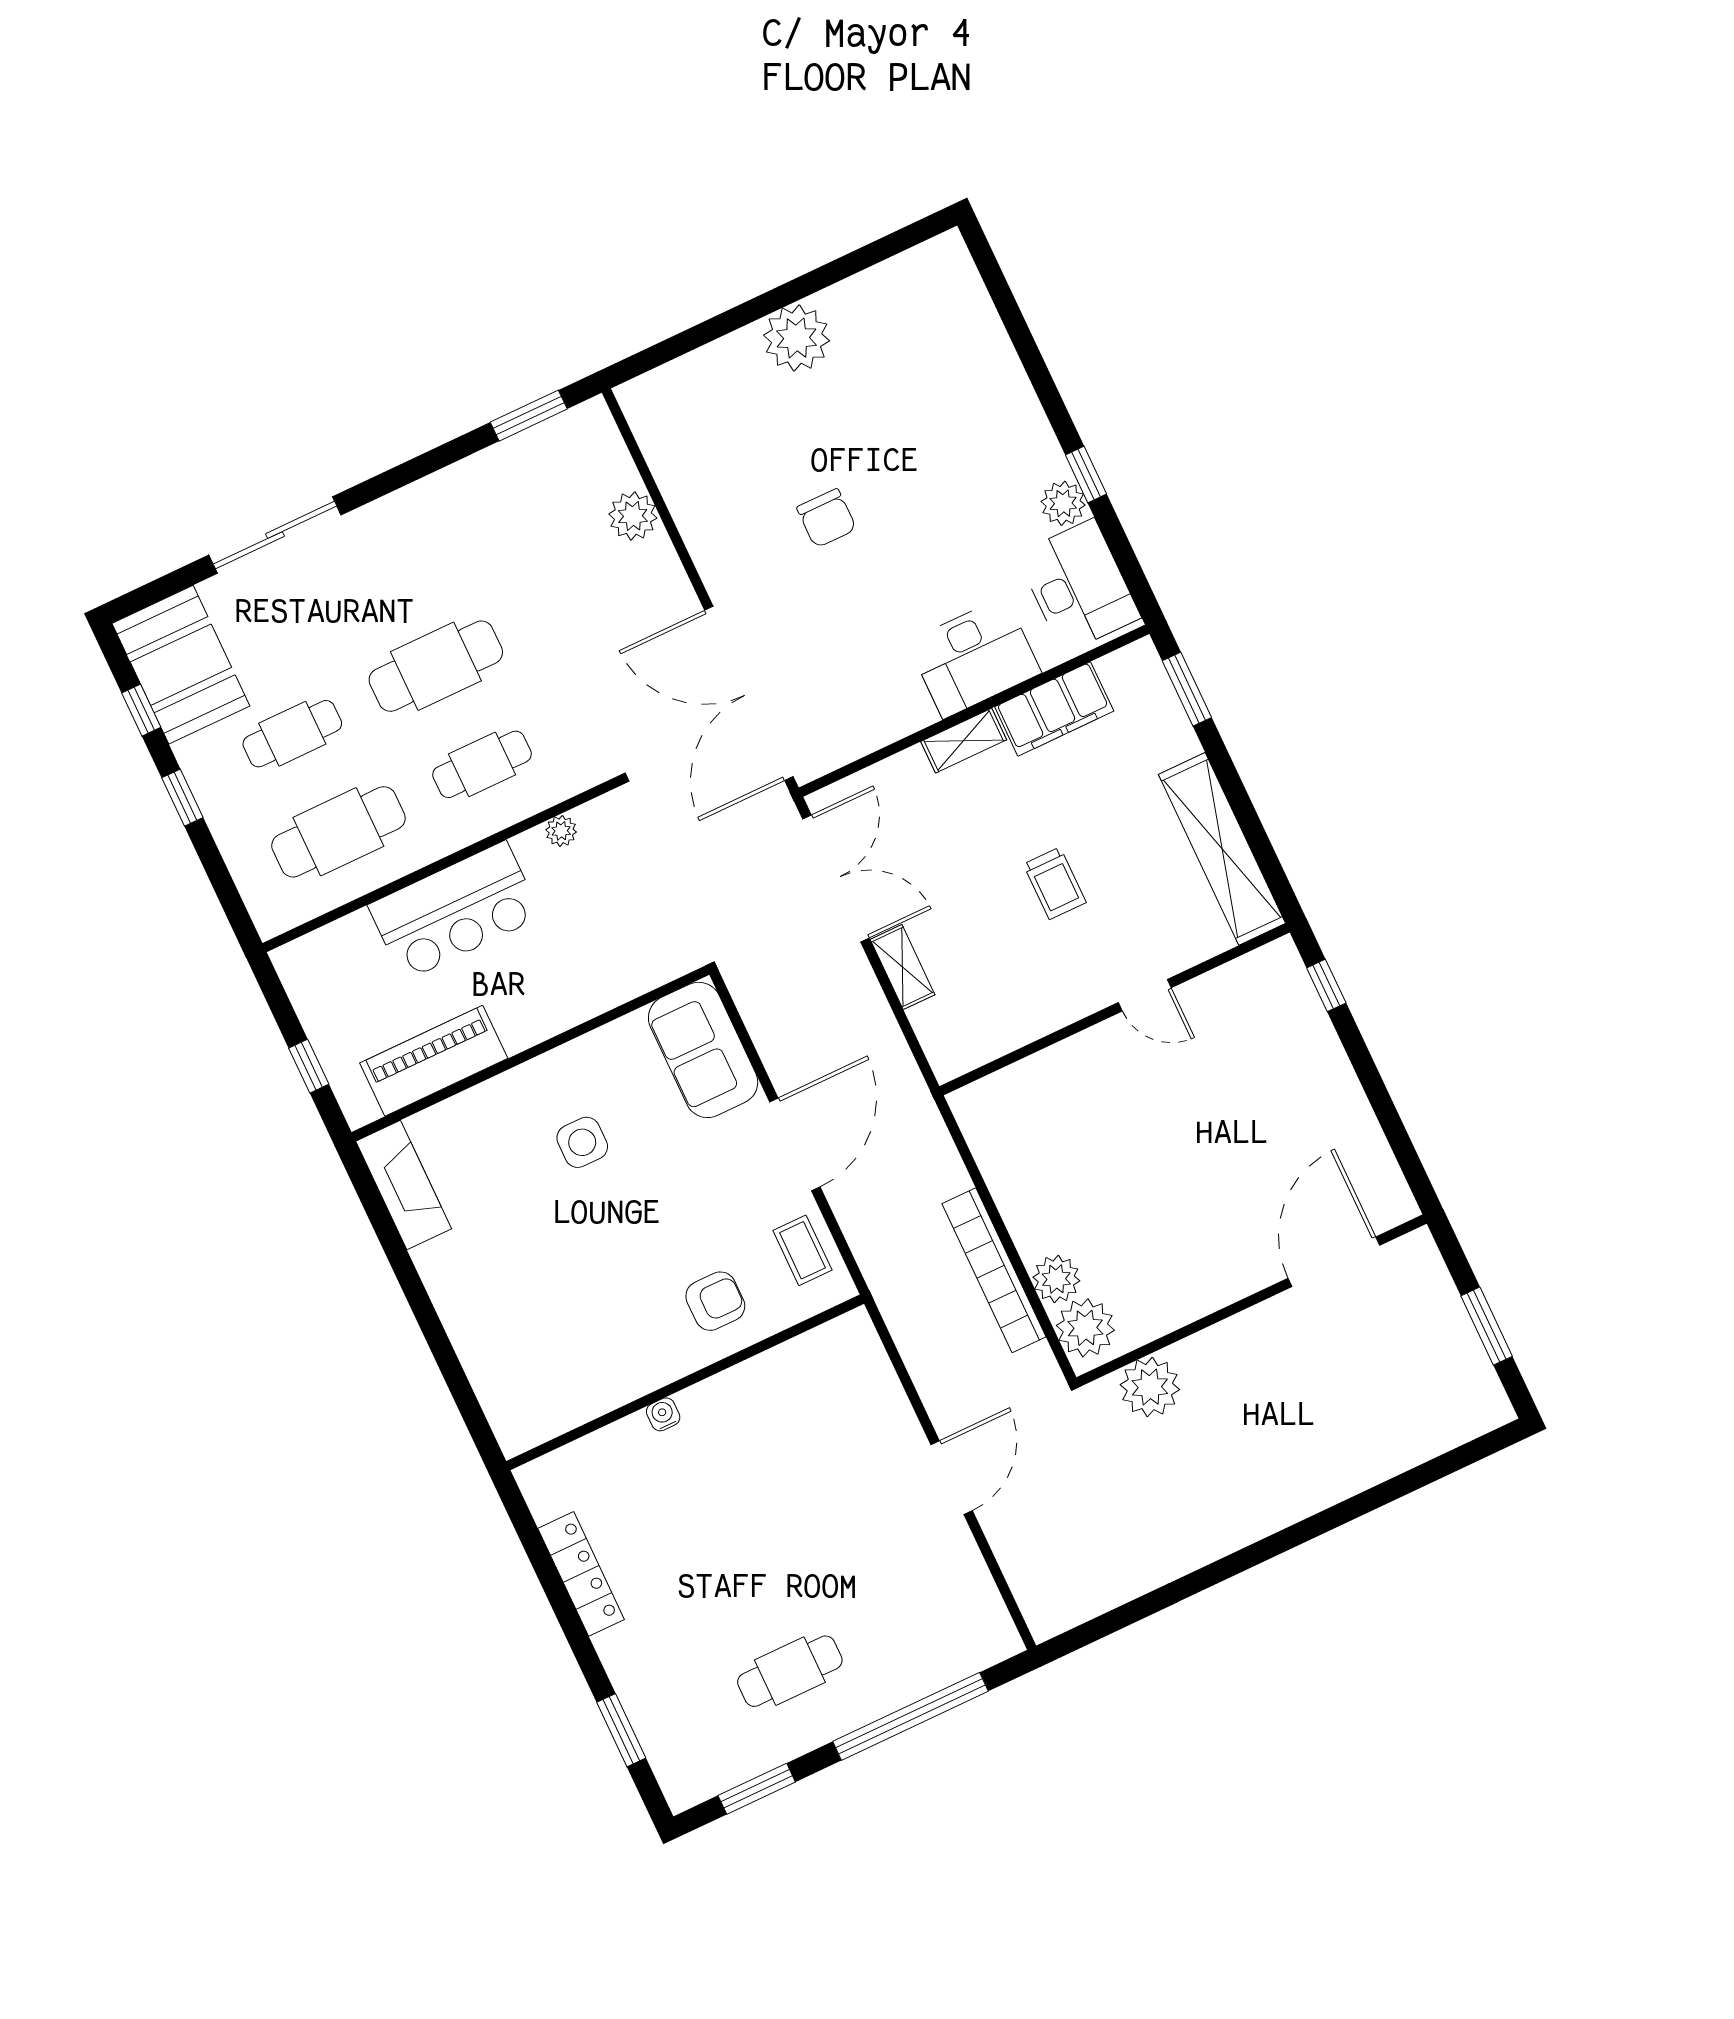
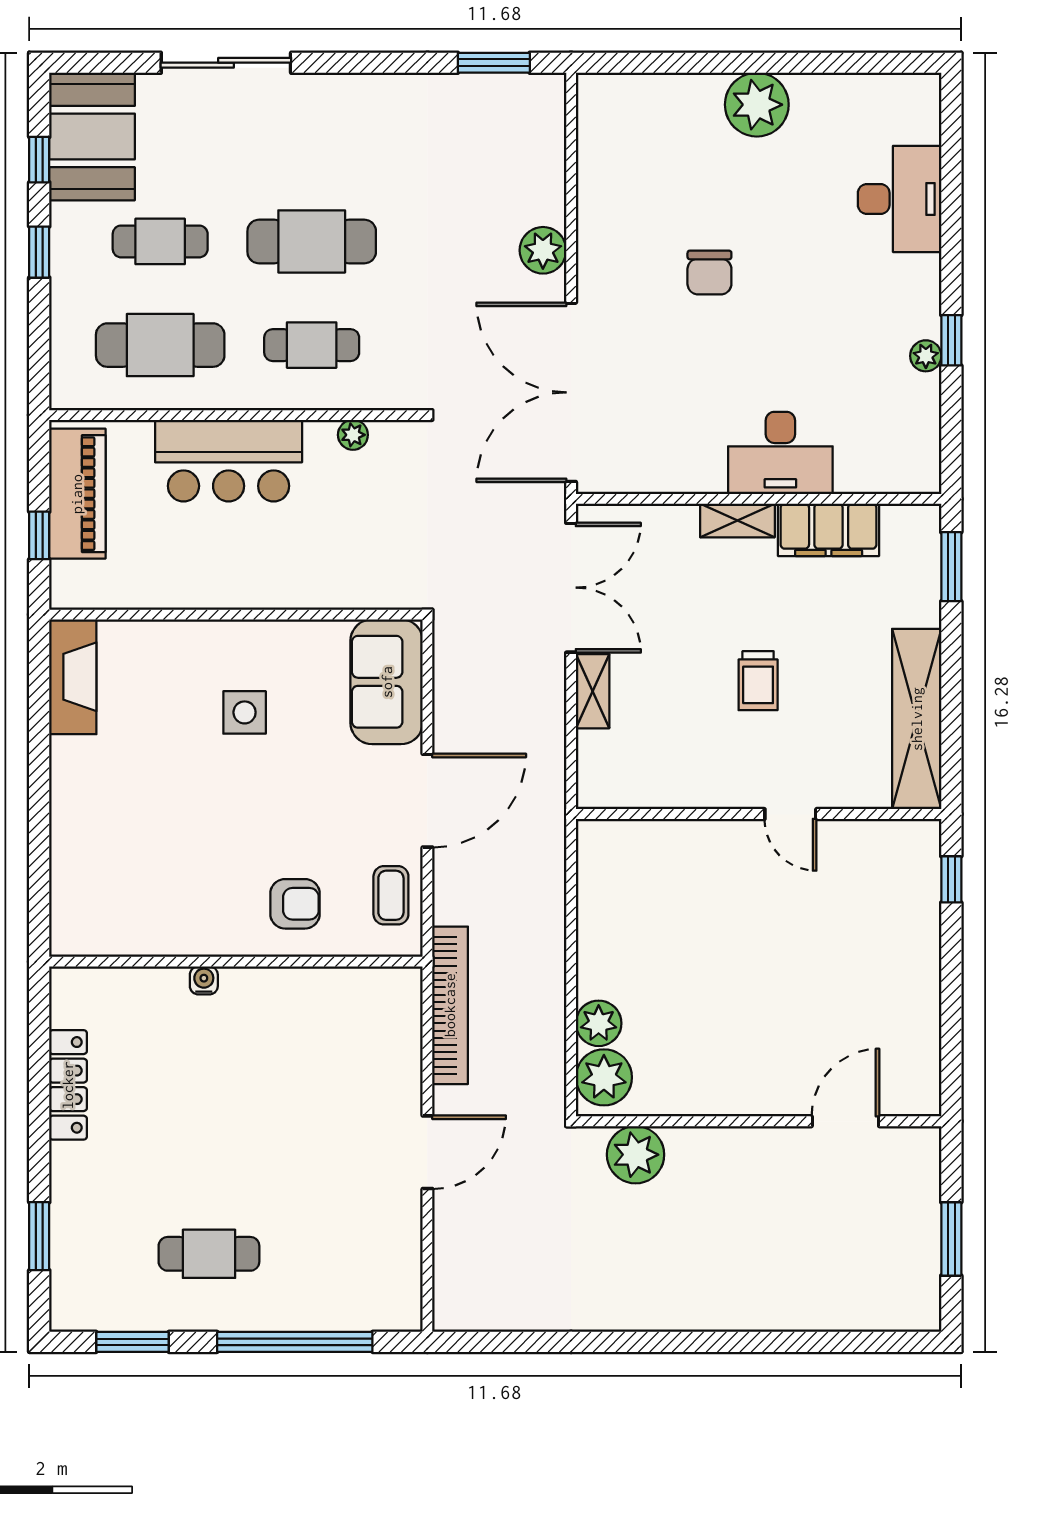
plant: (1063, 503) -> (926, 356), width x0.73, depth x0.73
plant: (633, 516) -> (543, 250), moved
desk: (1079, 586) -> (900, 199), moved
piano: (434, 1061) -> (77, 494), moved, turned 90
door: (1334, 1262) -> (845, 1121), width x0.73
bookcase: (994, 1270) -> (450, 1005), moved, turned 180

